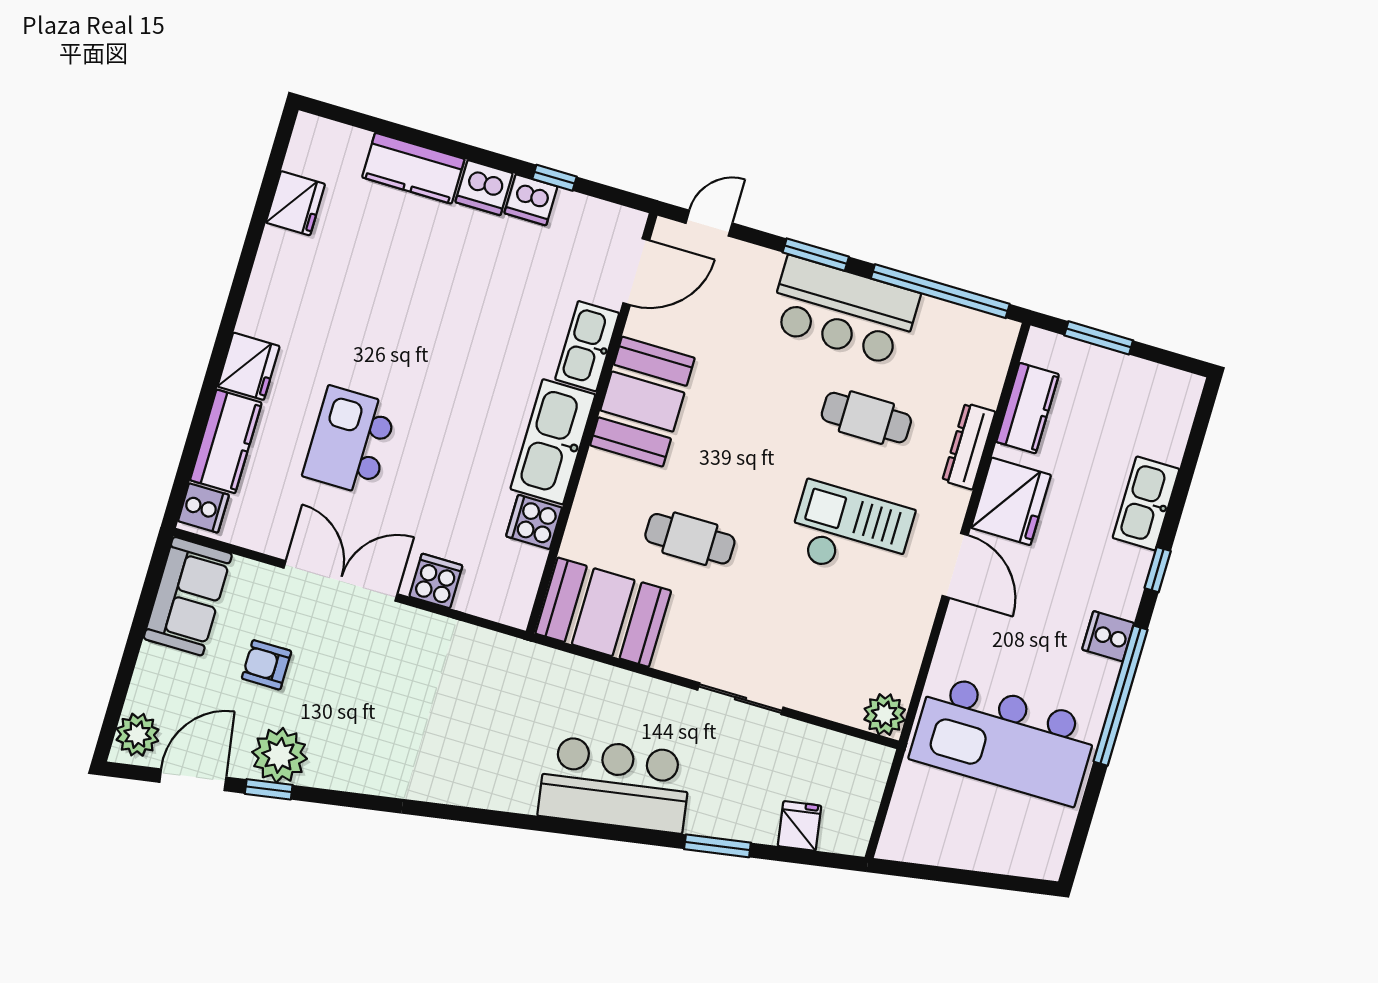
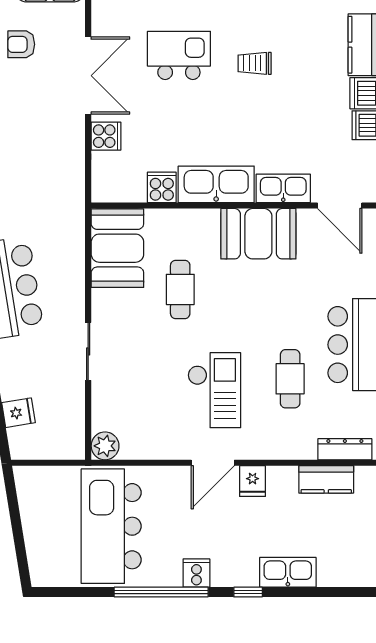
trolley: (394, 334) -> (255, 63), added
dresser: (969, 446) -> (345, 449), moved
fridge: (1011, 501) -> (253, 481), width x0.53, depth x0.75
armchair: (267, 665) -> (21, 44), turned -90

